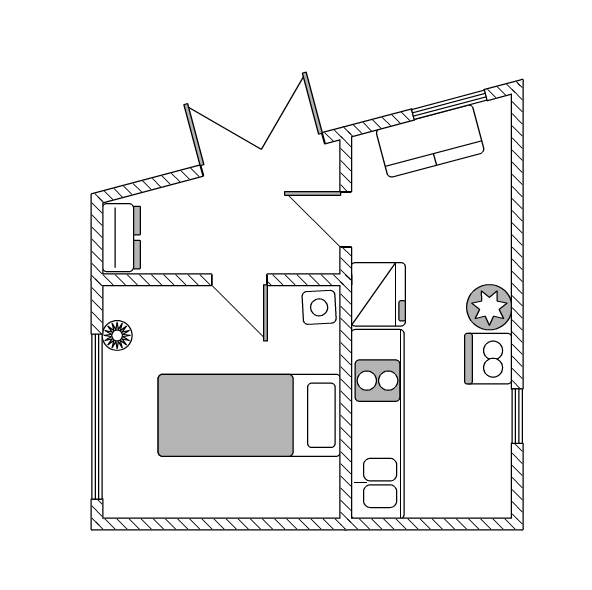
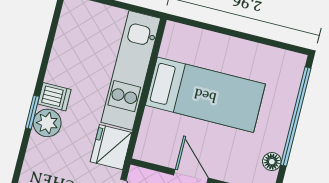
side table: (319, 307) -> (148, 148), removed
dishwasher: (488, 359) -> (54, 97), width x0.73
window: (517, 416) -> (32, 112), moved

